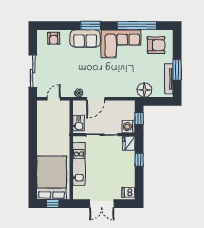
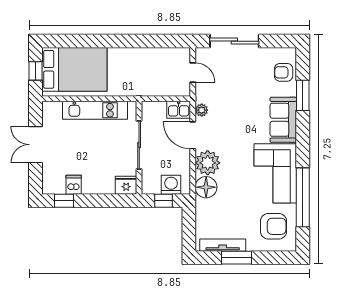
window: (91, 26) -> (303, 95), moved
armchair: (156, 45) -> (274, 226), turned -90
plant: (114, 89) -> (208, 163), added
floor lamp: (144, 90) -> (206, 187), moved
kitchen sink: (79, 123) -> (179, 110), moved
washing machine: (129, 127) -> (171, 185), moved
window: (139, 160) -> (64, 201), moved
dishwasher: (128, 192) -> (74, 185), moved

